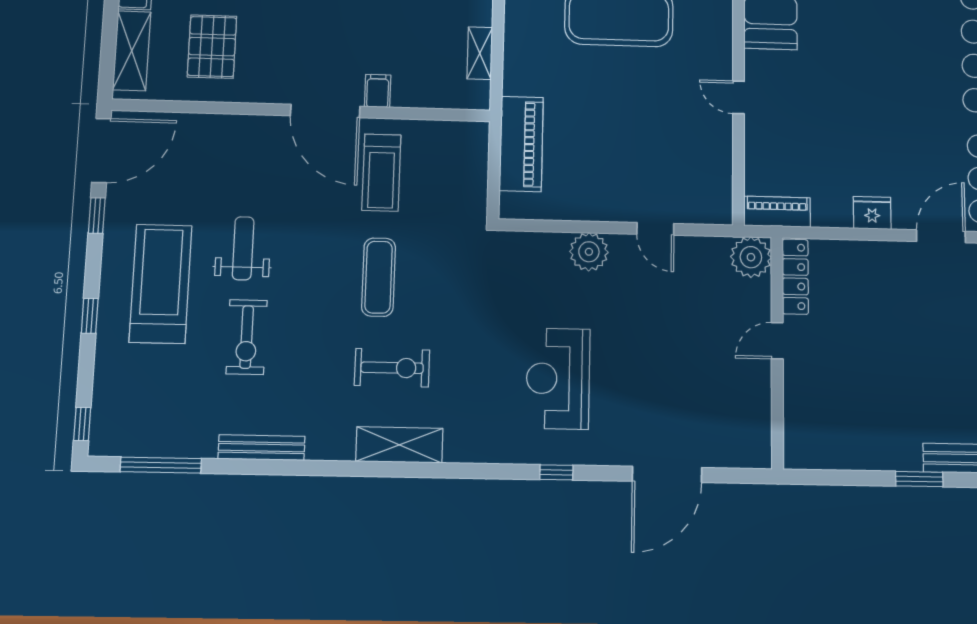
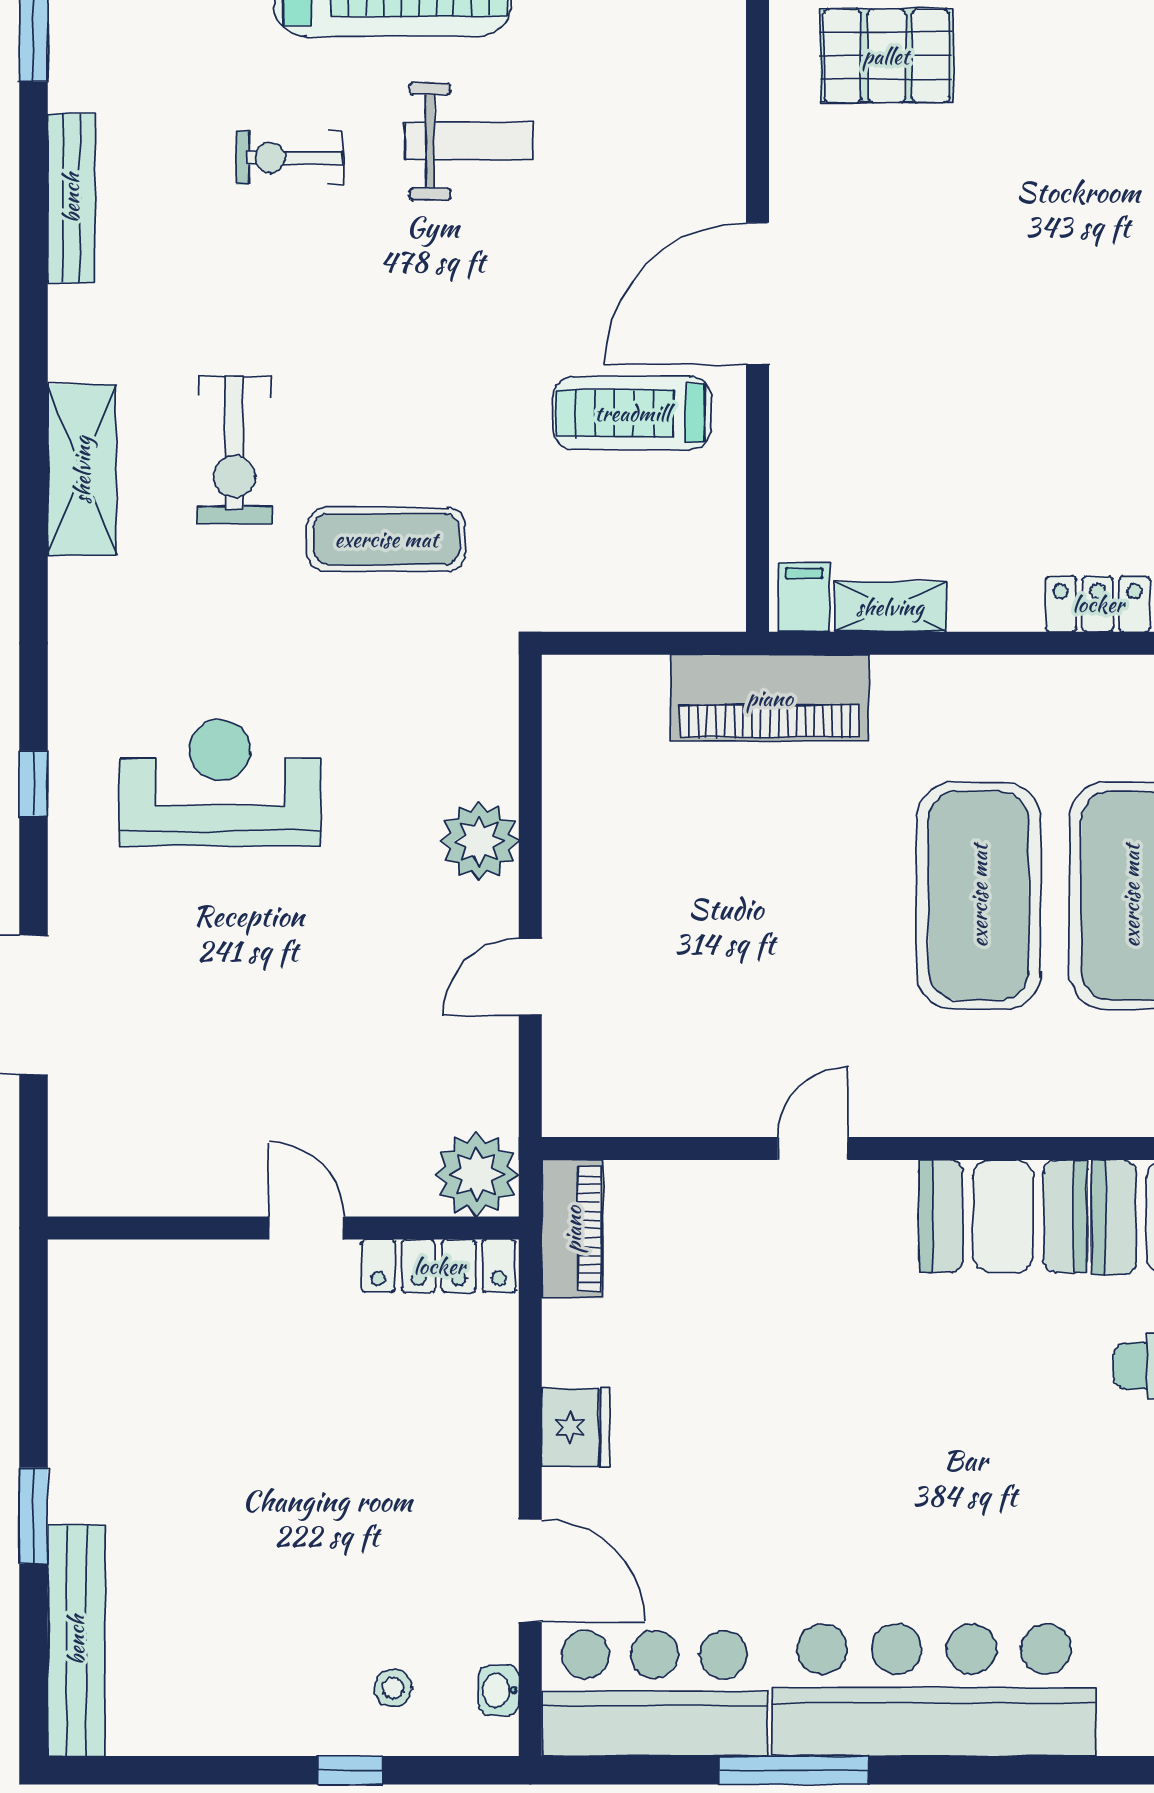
filing cabinet: (378, 91) -> (804, 597), moved, turned -90
piano: (521, 144) -> (770, 698), moved
exercise mat: (379, 277) -> (386, 539), moved
exercise bike: (247, 337) -> (289, 158), width x0.73, depth x0.72

